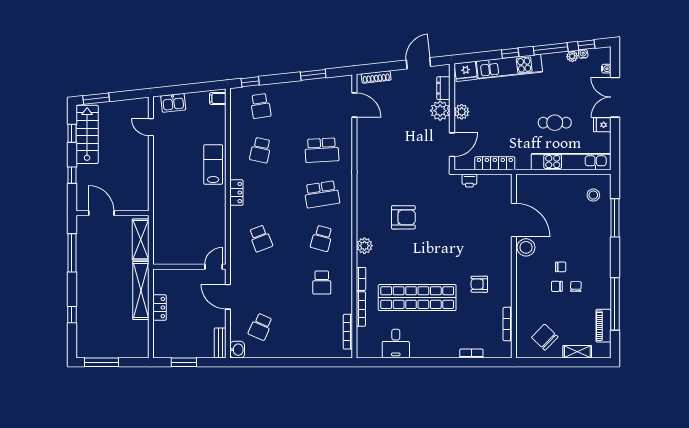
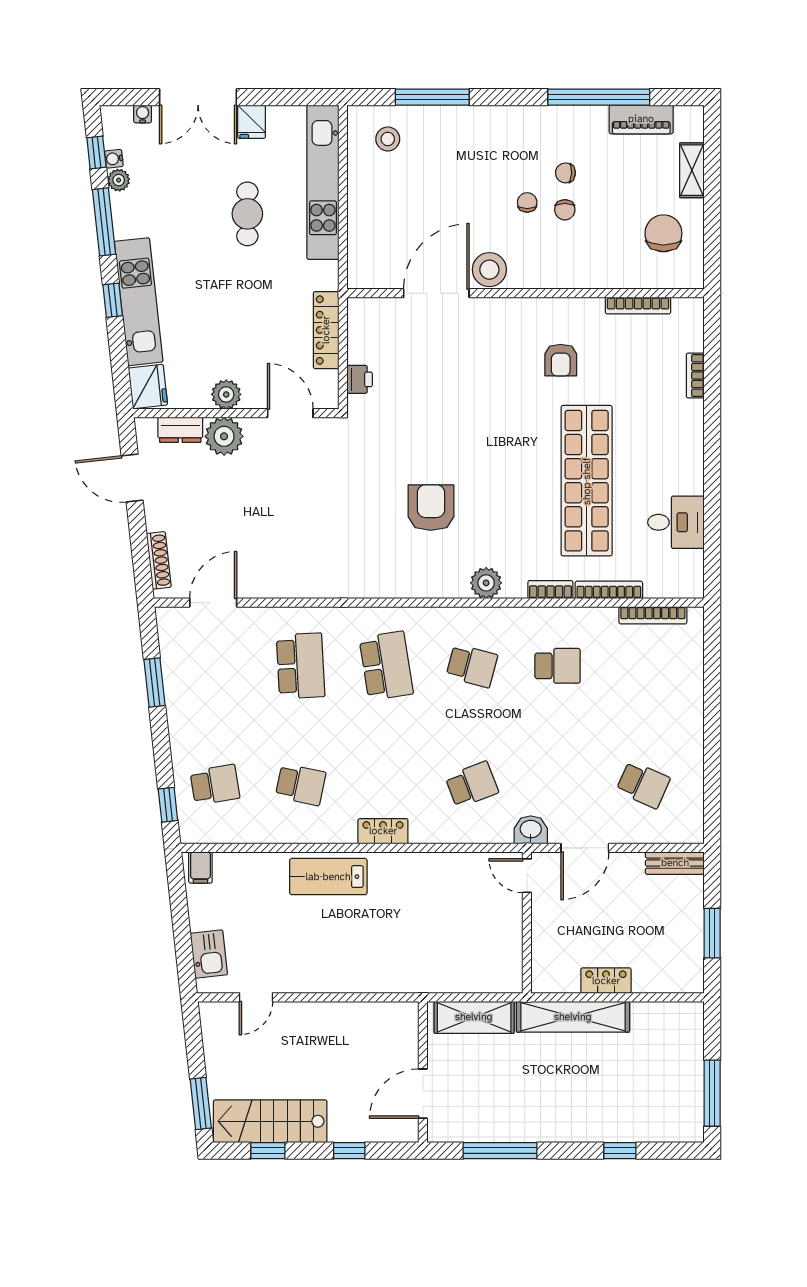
chair: (545, 337) -> (663, 233), turned 136
washbasin: (237, 350) -> (531, 830), moved

